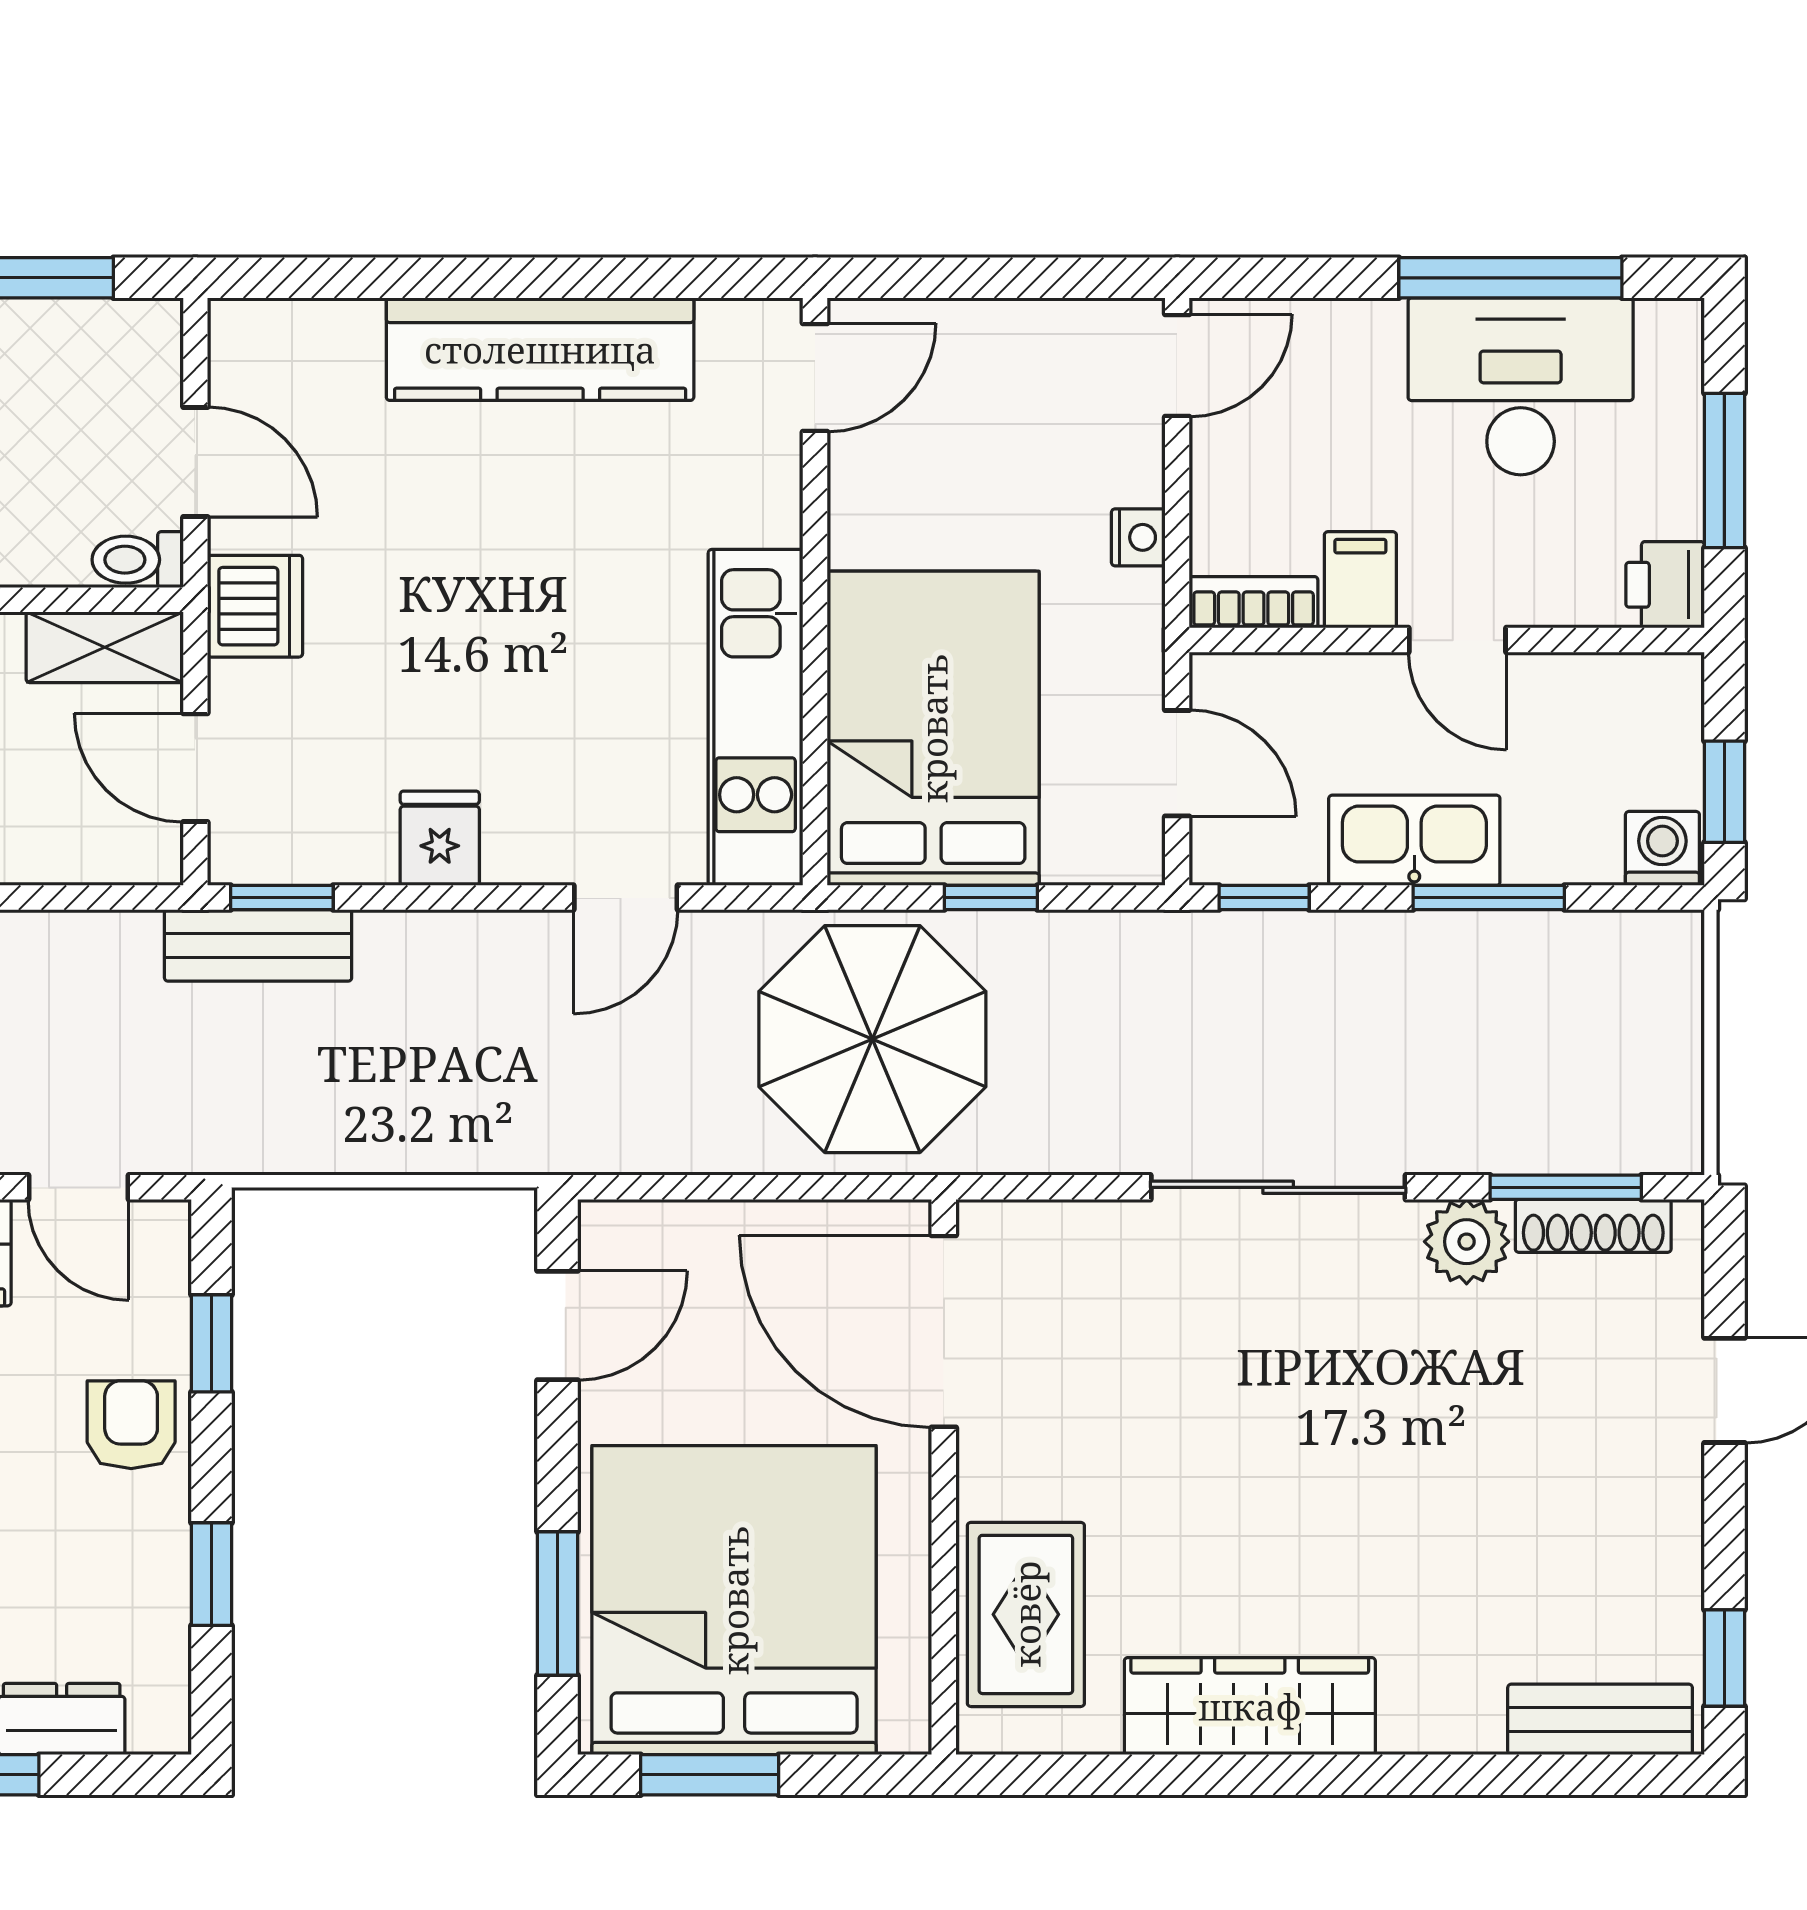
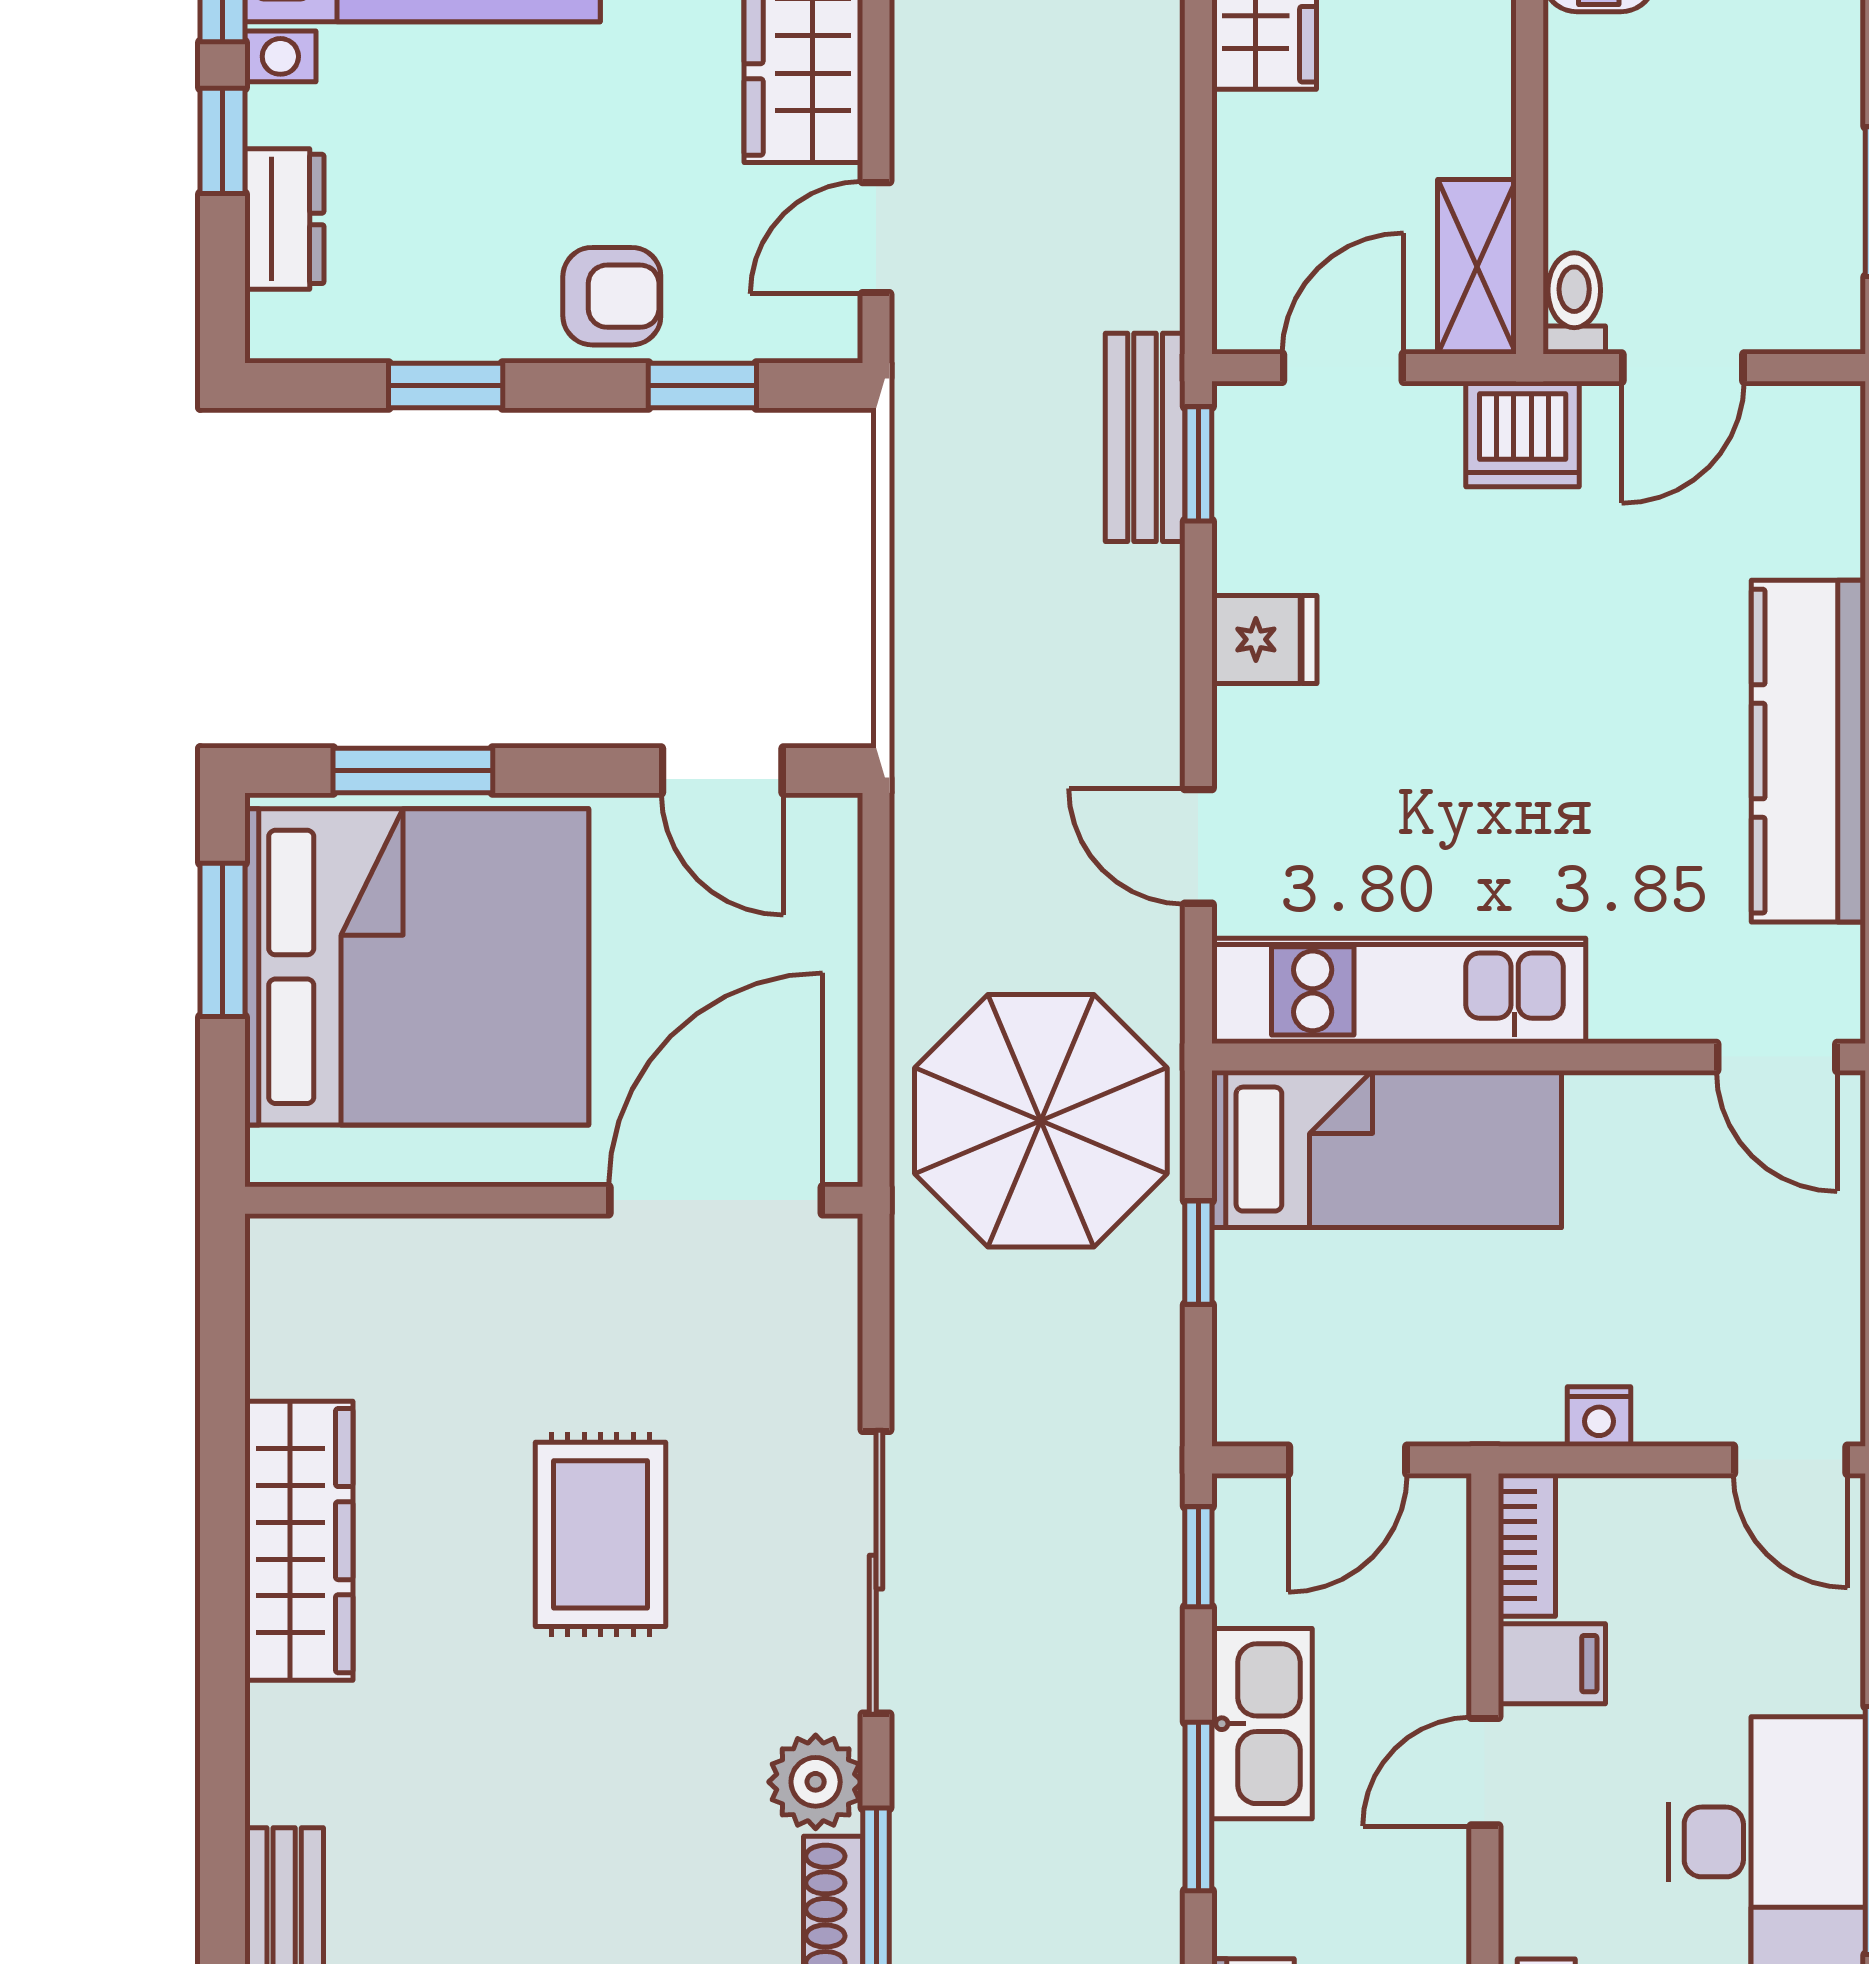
bed: (933, 728) -> (1387, 1149), width x0.67
rug: (1026, 1614) -> (600, 1534), moved, turned 90

